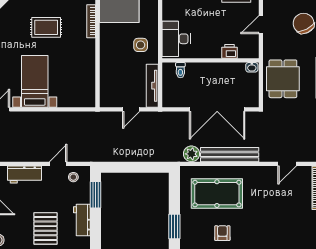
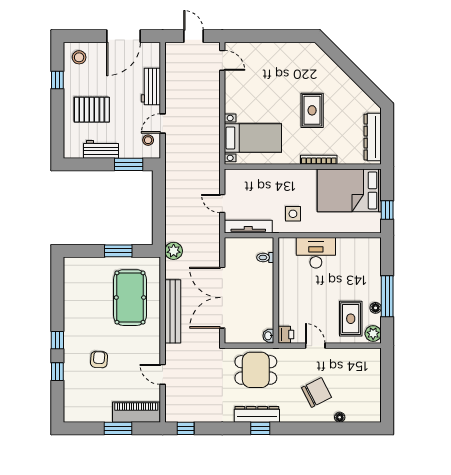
desk: (176, 39) -> (316, 253), moved
printer: (230, 51) -> (286, 335), moved
bed with nightstands: (35, 81) -> (253, 138), moved
plant: (191, 154) -> (174, 251), moved
door: (58, 164) -> (163, 123), swing flipped
window: (174, 226) -> (118, 251), moved
armchair: (222, 233) -> (99, 360), moved, turned -86

